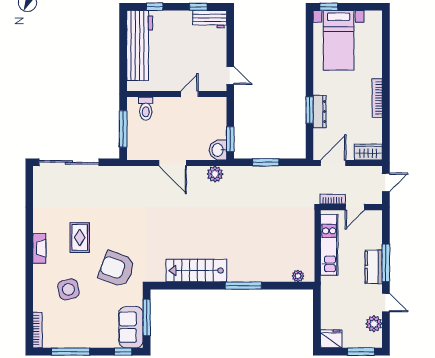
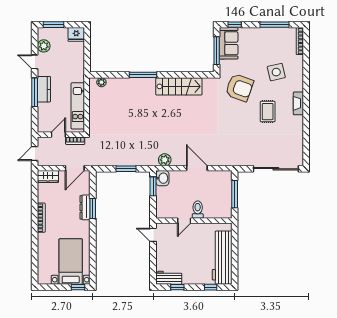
toilet: (146, 109) -> (198, 210), moved

